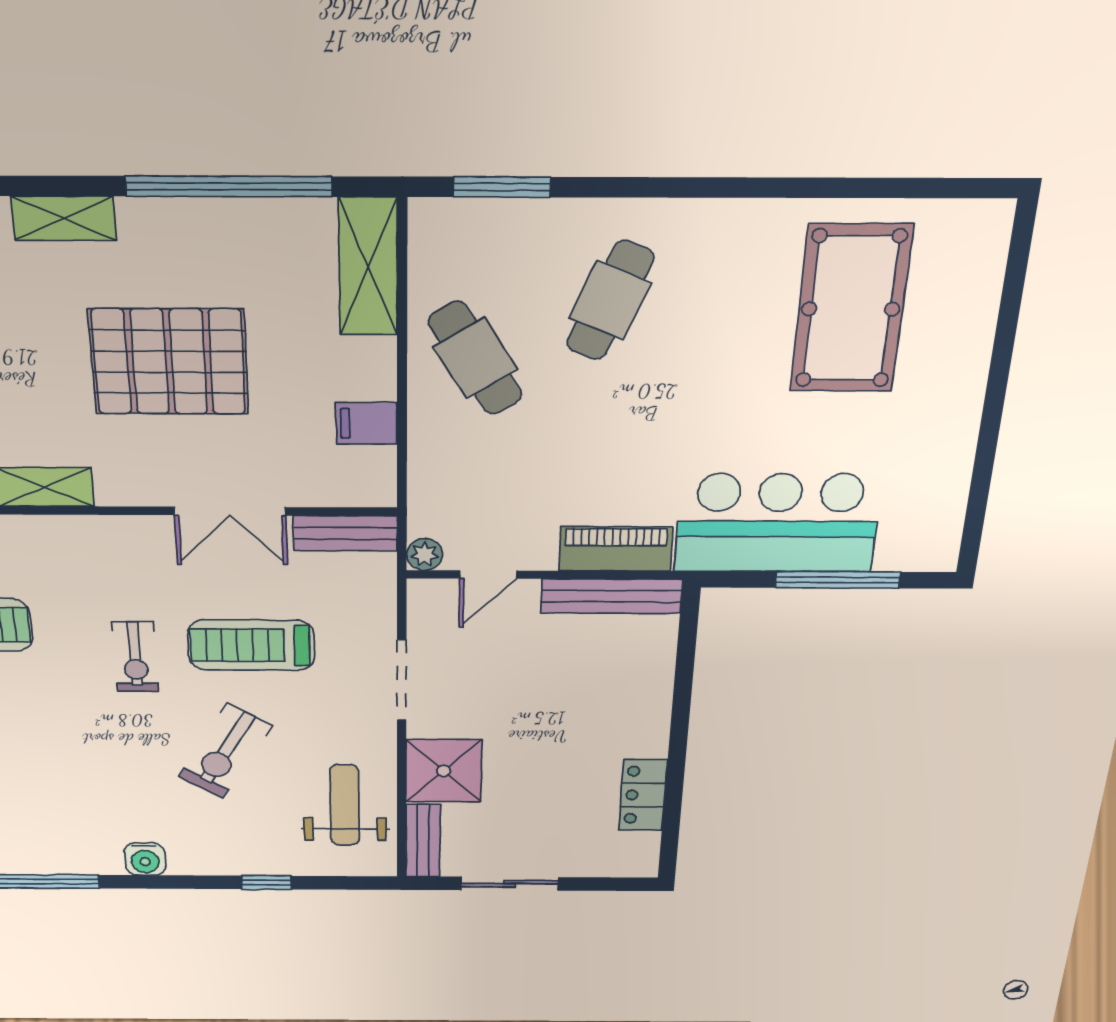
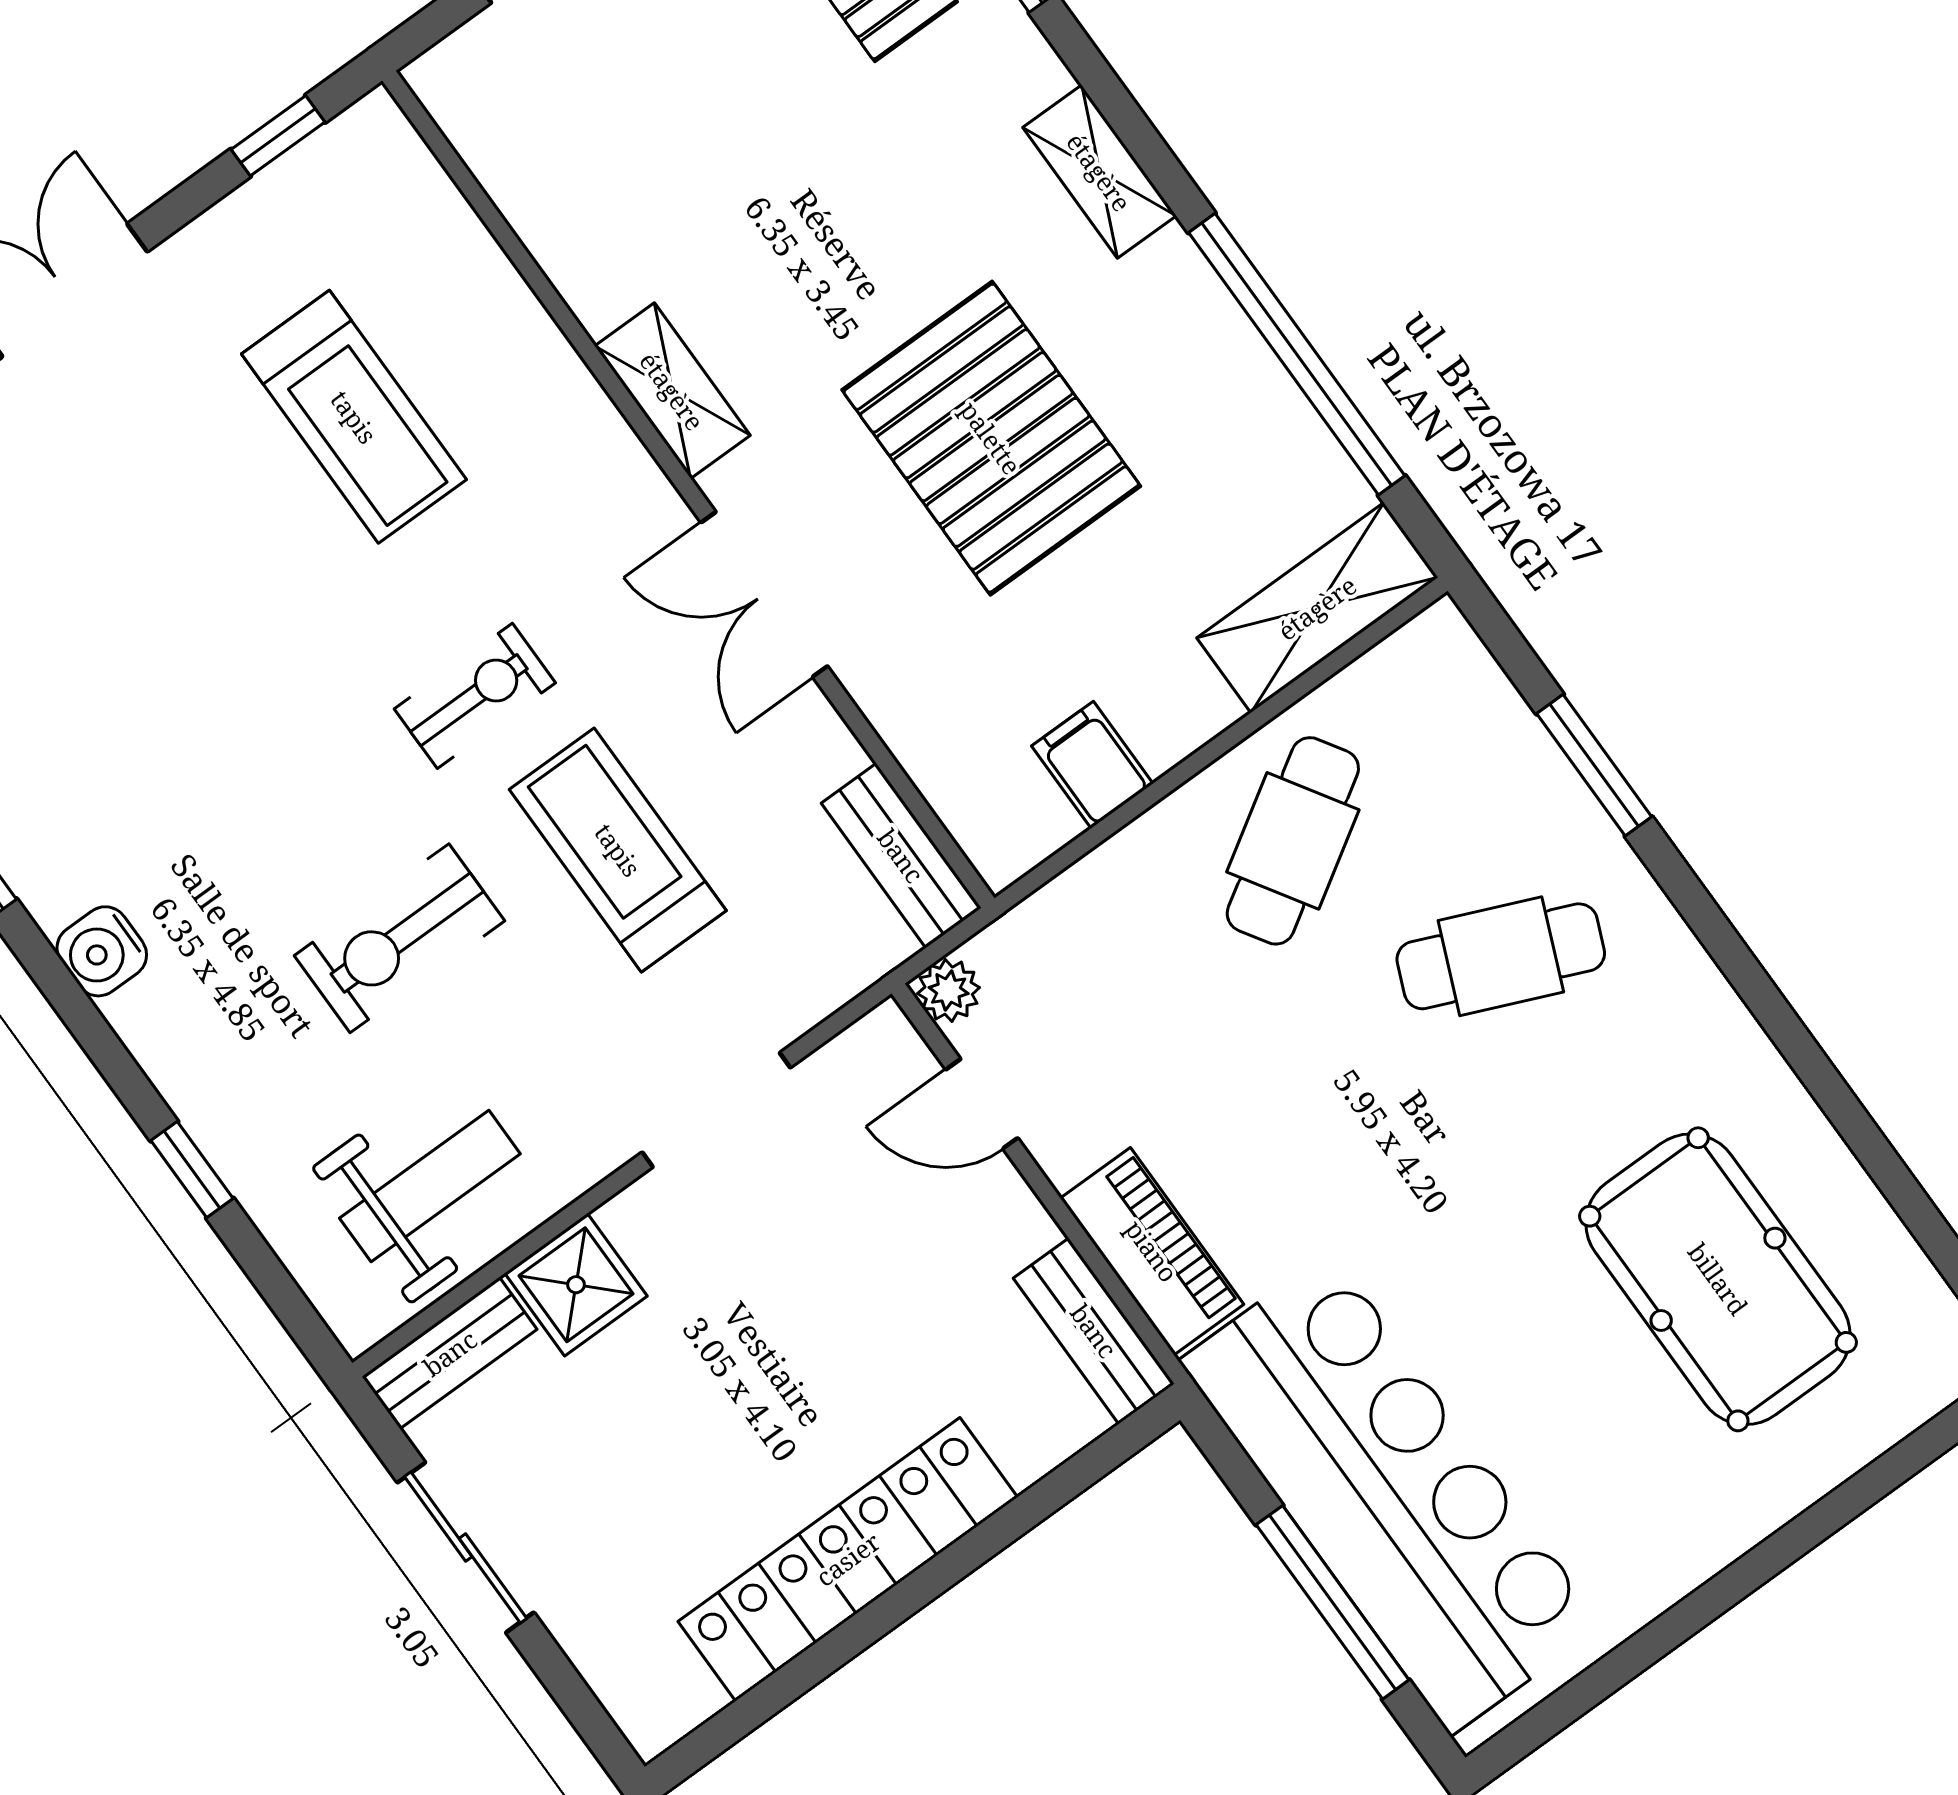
window: (502, 187) -> (1594, 765), moved
pool table: (851, 309) -> (1718, 1279), turned 90
double door: (230, 511) -> (764, 594), moved
bar counter: (777, 523) -> (1391, 1493), width x1.36
bench: (611, 596) -> (1094, 1331), width x0.73
exercise bike: (135, 657) -> (475, 696), turned 180
exercise bike: (225, 751) -> (399, 938), turned -31
shower: (444, 771) -> (576, 1285), width x0.73, depth x0.73
locker: (643, 795) -> (848, 1559), width x2.16, depth x1.21

